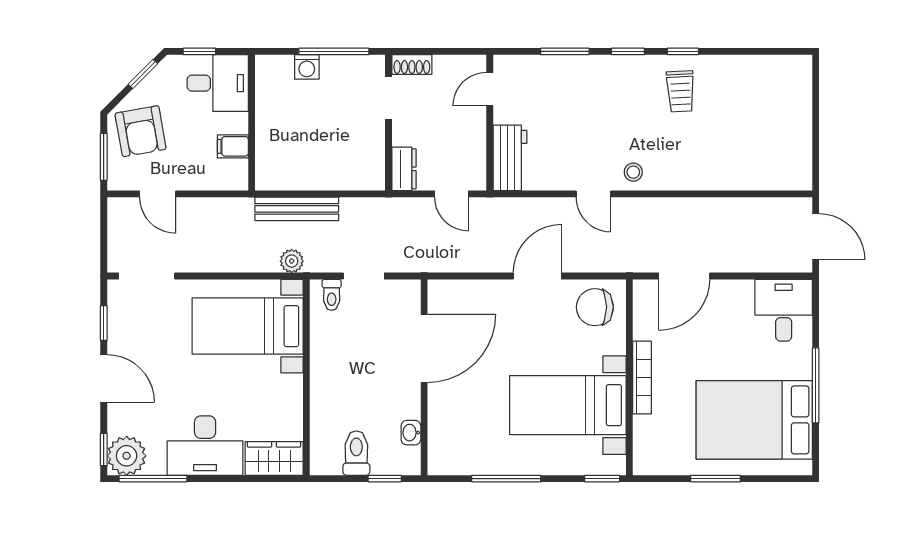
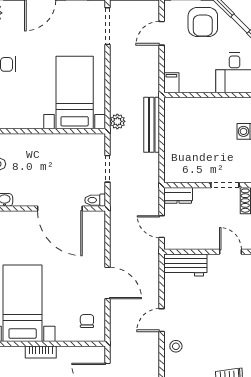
armchair: (141, 131) -> (203, 22), turned -80
filing cabinet: (233, 146) -> (171, 83), moved
door: (451, 194) -> (162, 227), hinge flipped
toilet: (332, 295) -> (95, 200), moved
chair: (595, 307) -> (87, 321), width x0.54, depth x0.54
bookcase: (642, 377) -> (41, 352), width x0.64

